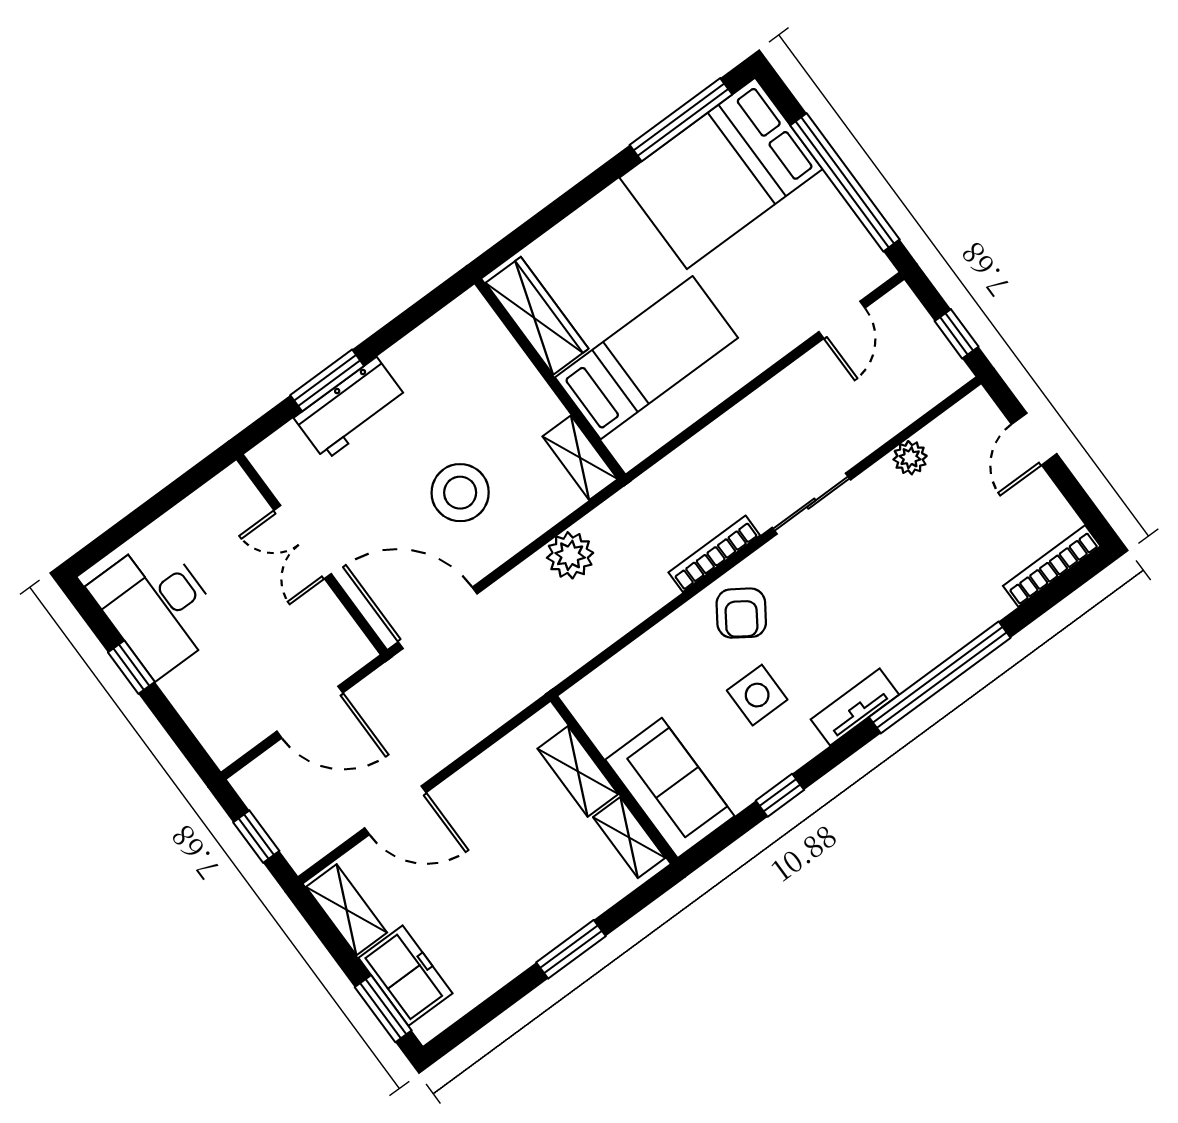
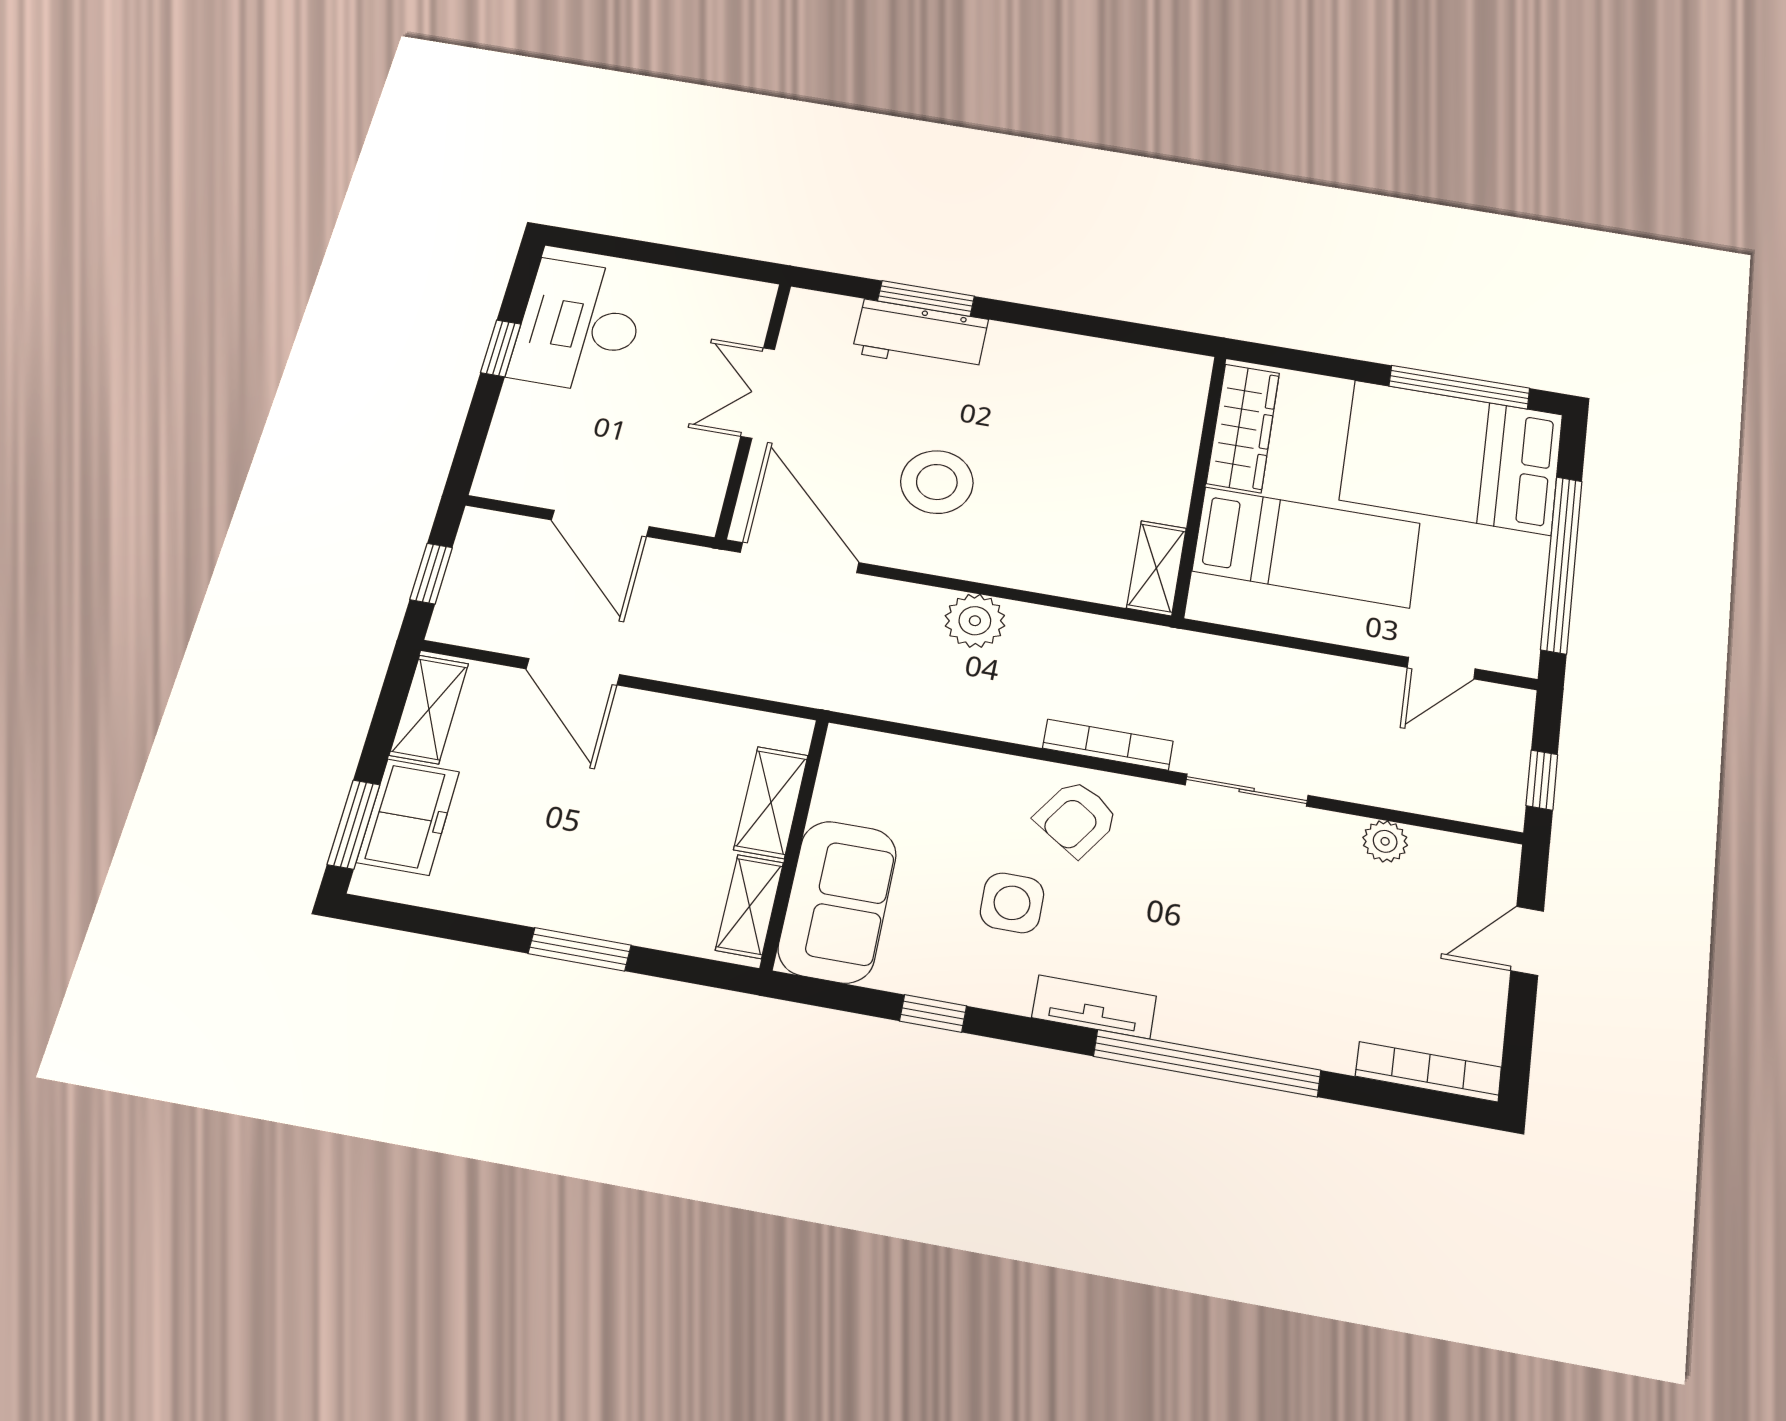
wardrobe: (537, 316) -> (1243, 428), moved
bed: (647, 358) -> (1307, 547), moved
wall: (550, 379) -> (1200, 484), moved
shelving: (580, 458) -> (1156, 568), moved

